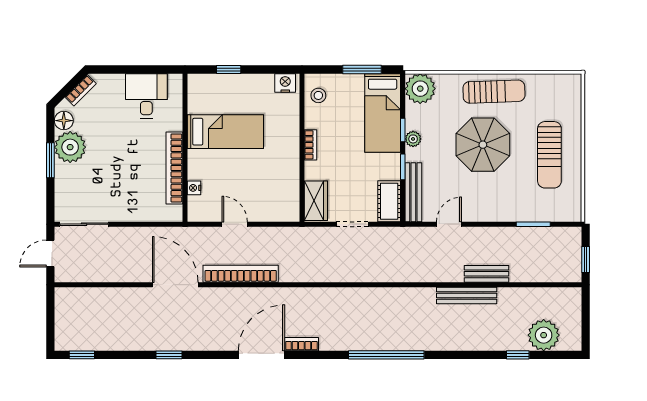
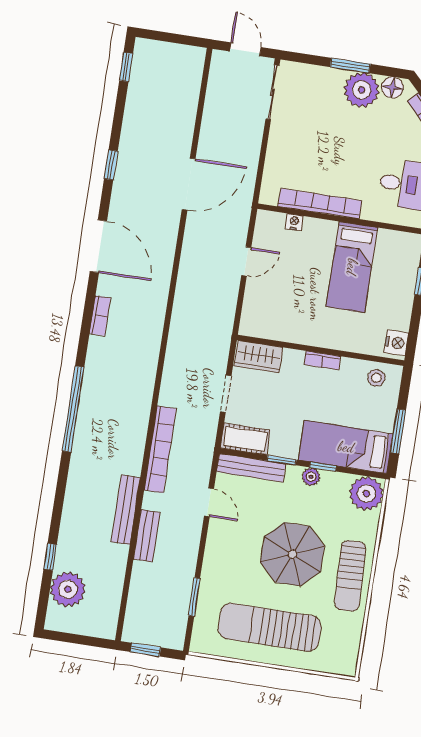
sun lounger: (549, 155) -> (270, 627), width x1.36, depth x1.34
bookcase: (241, 274) -> (160, 449), moved
door: (262, 355) -> (98, 246), moved

